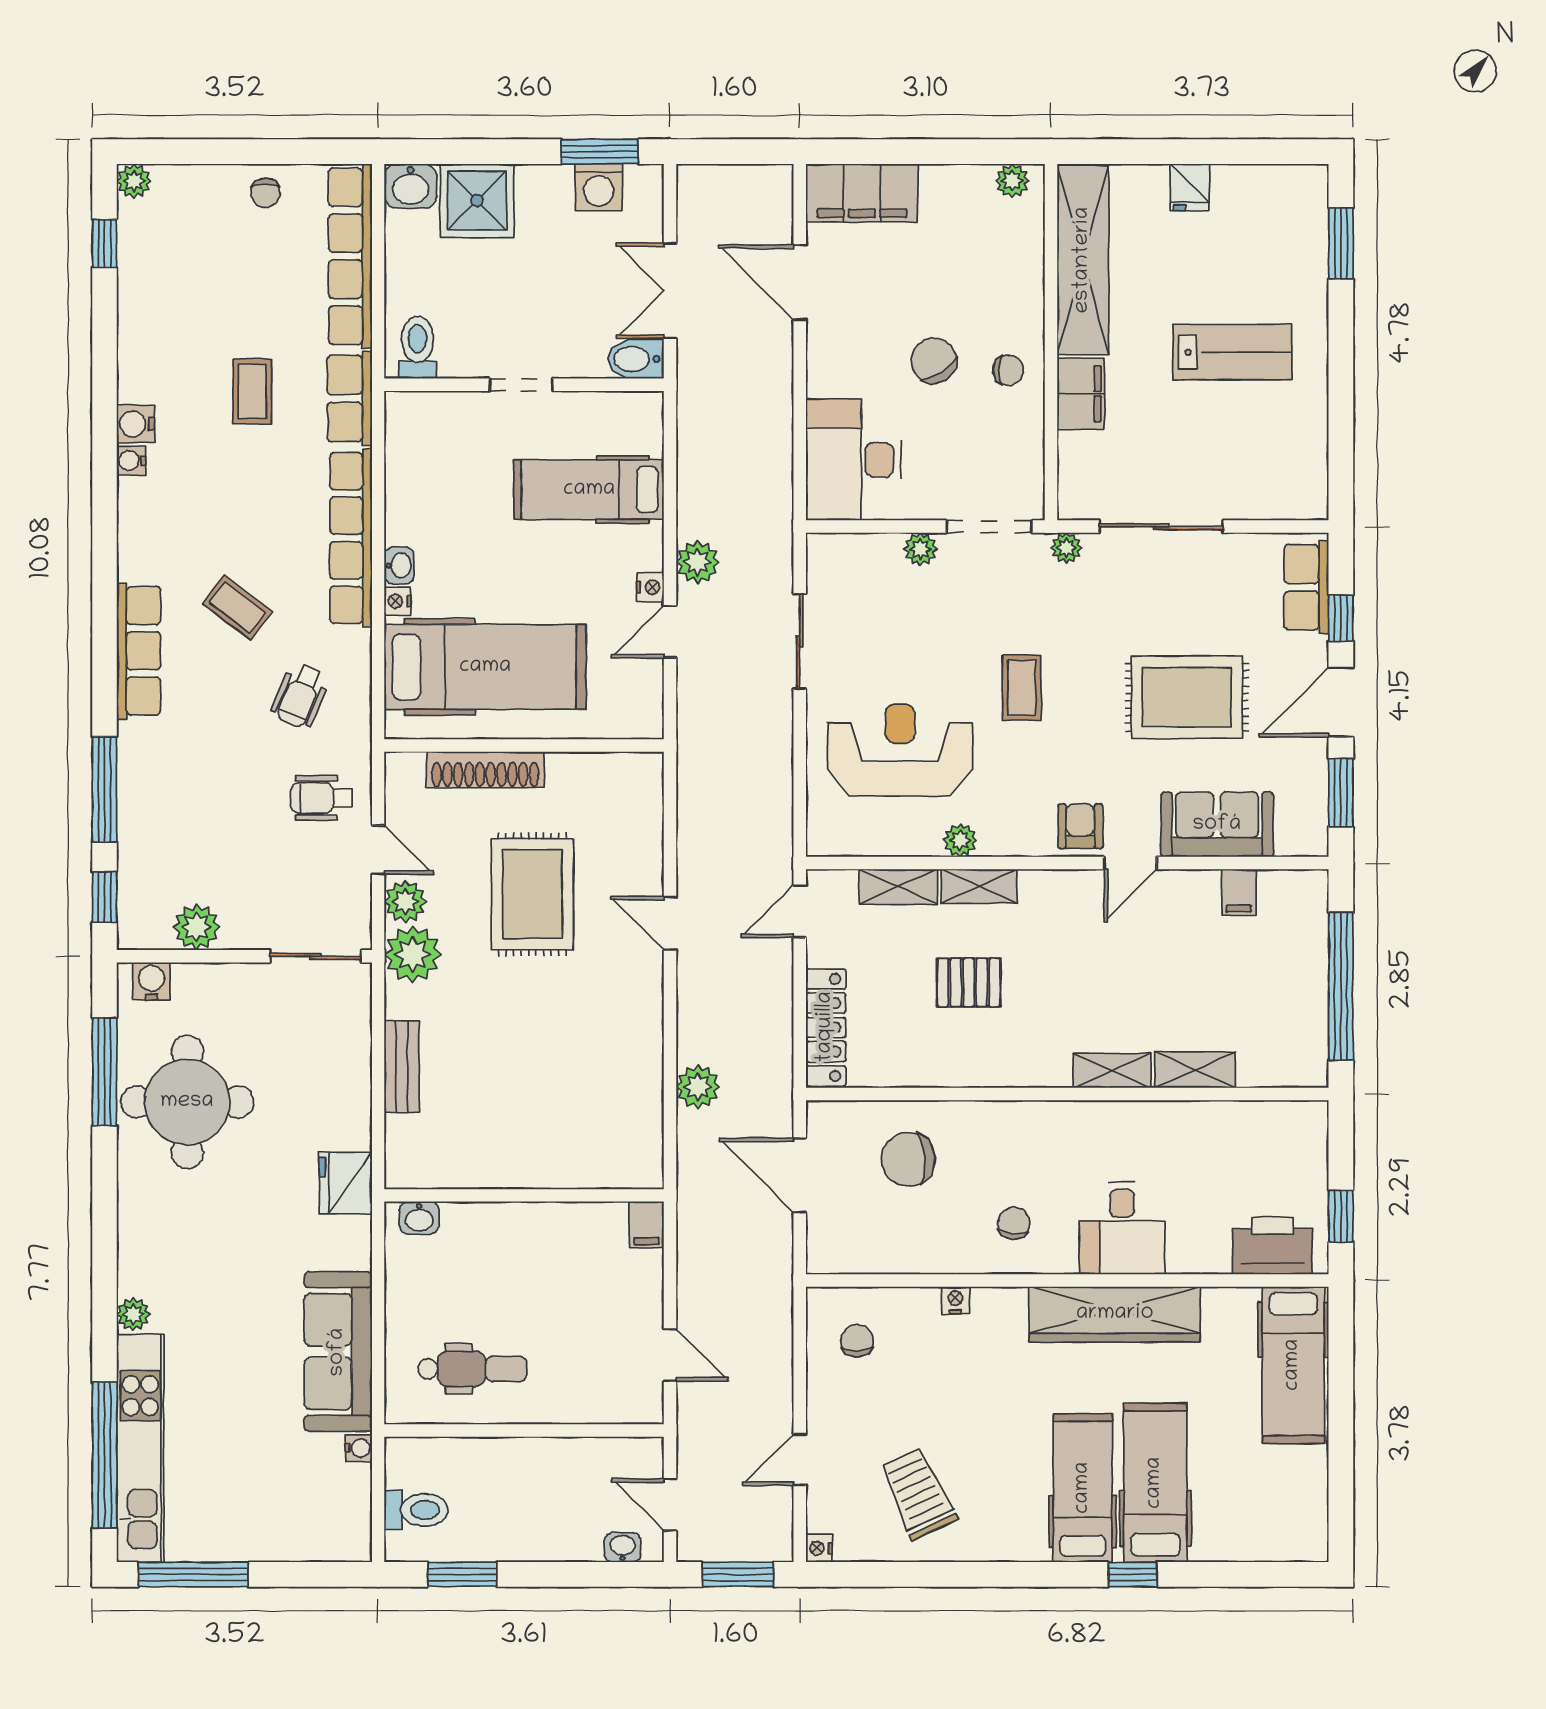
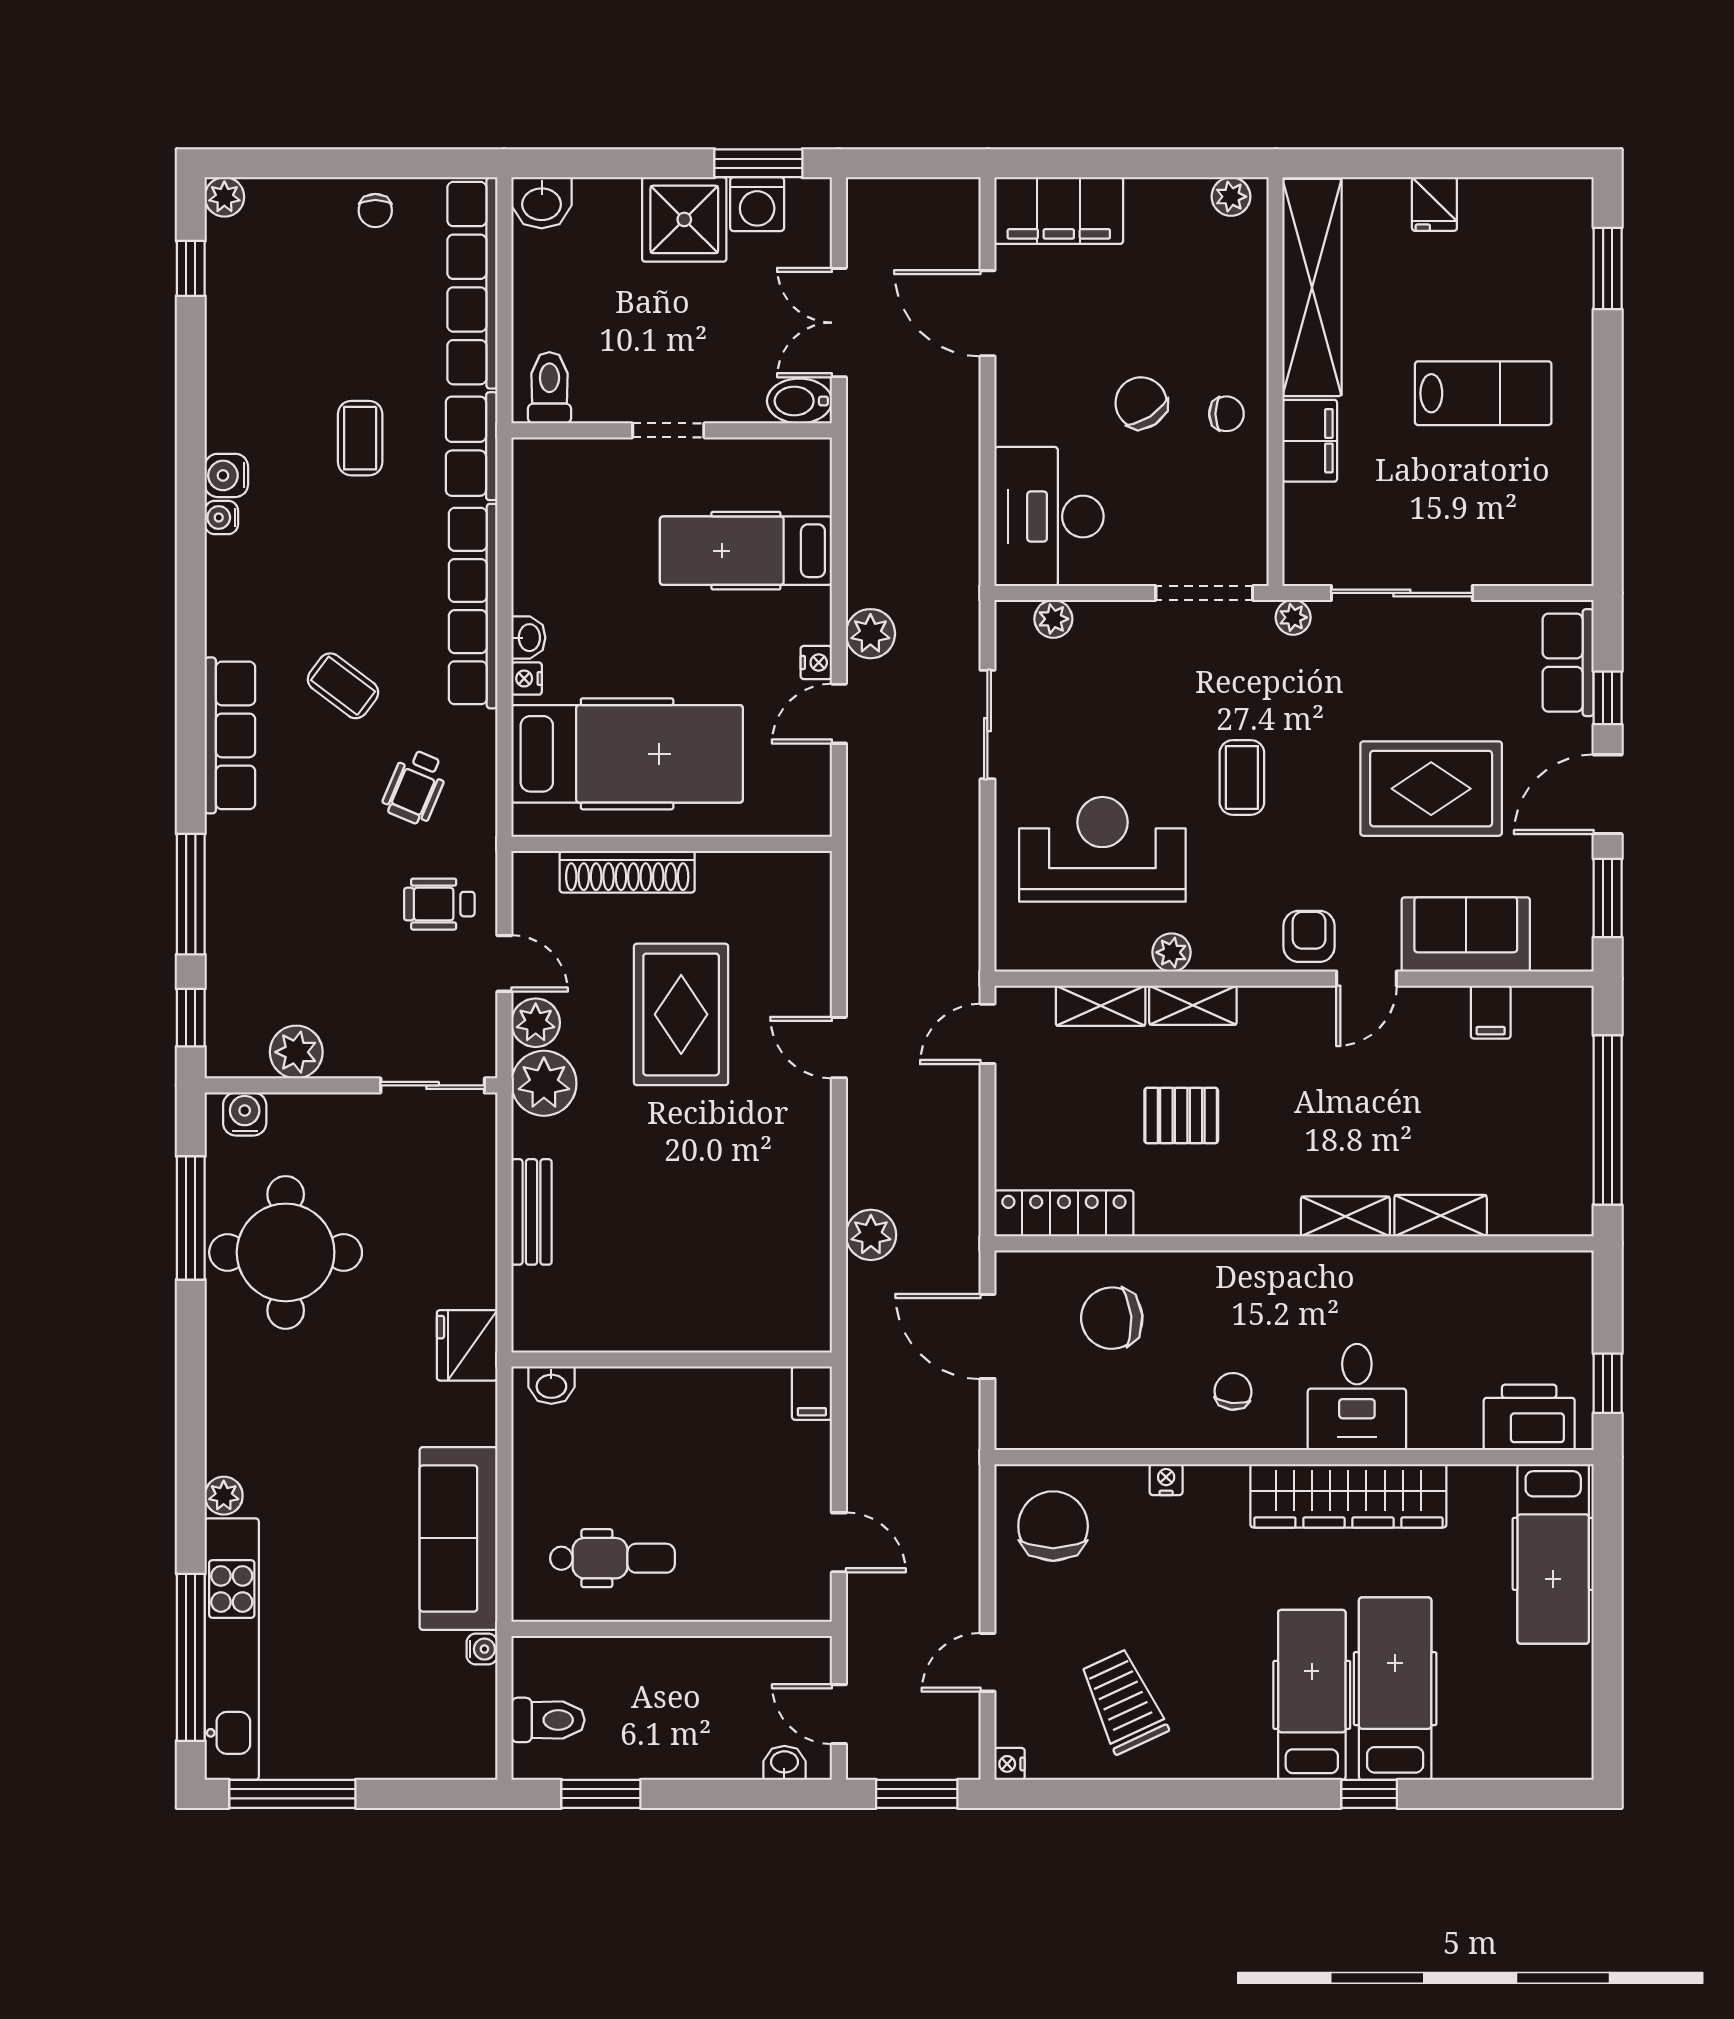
shower: (477, 201) -> (684, 219), moved
plant: (920, 549) -> (1053, 619), moved
locker: (826, 1027) -> (1064, 1213), moved, turned -90
chair: (857, 1341) -> (1053, 1526), width x1.87, depth x1.87

